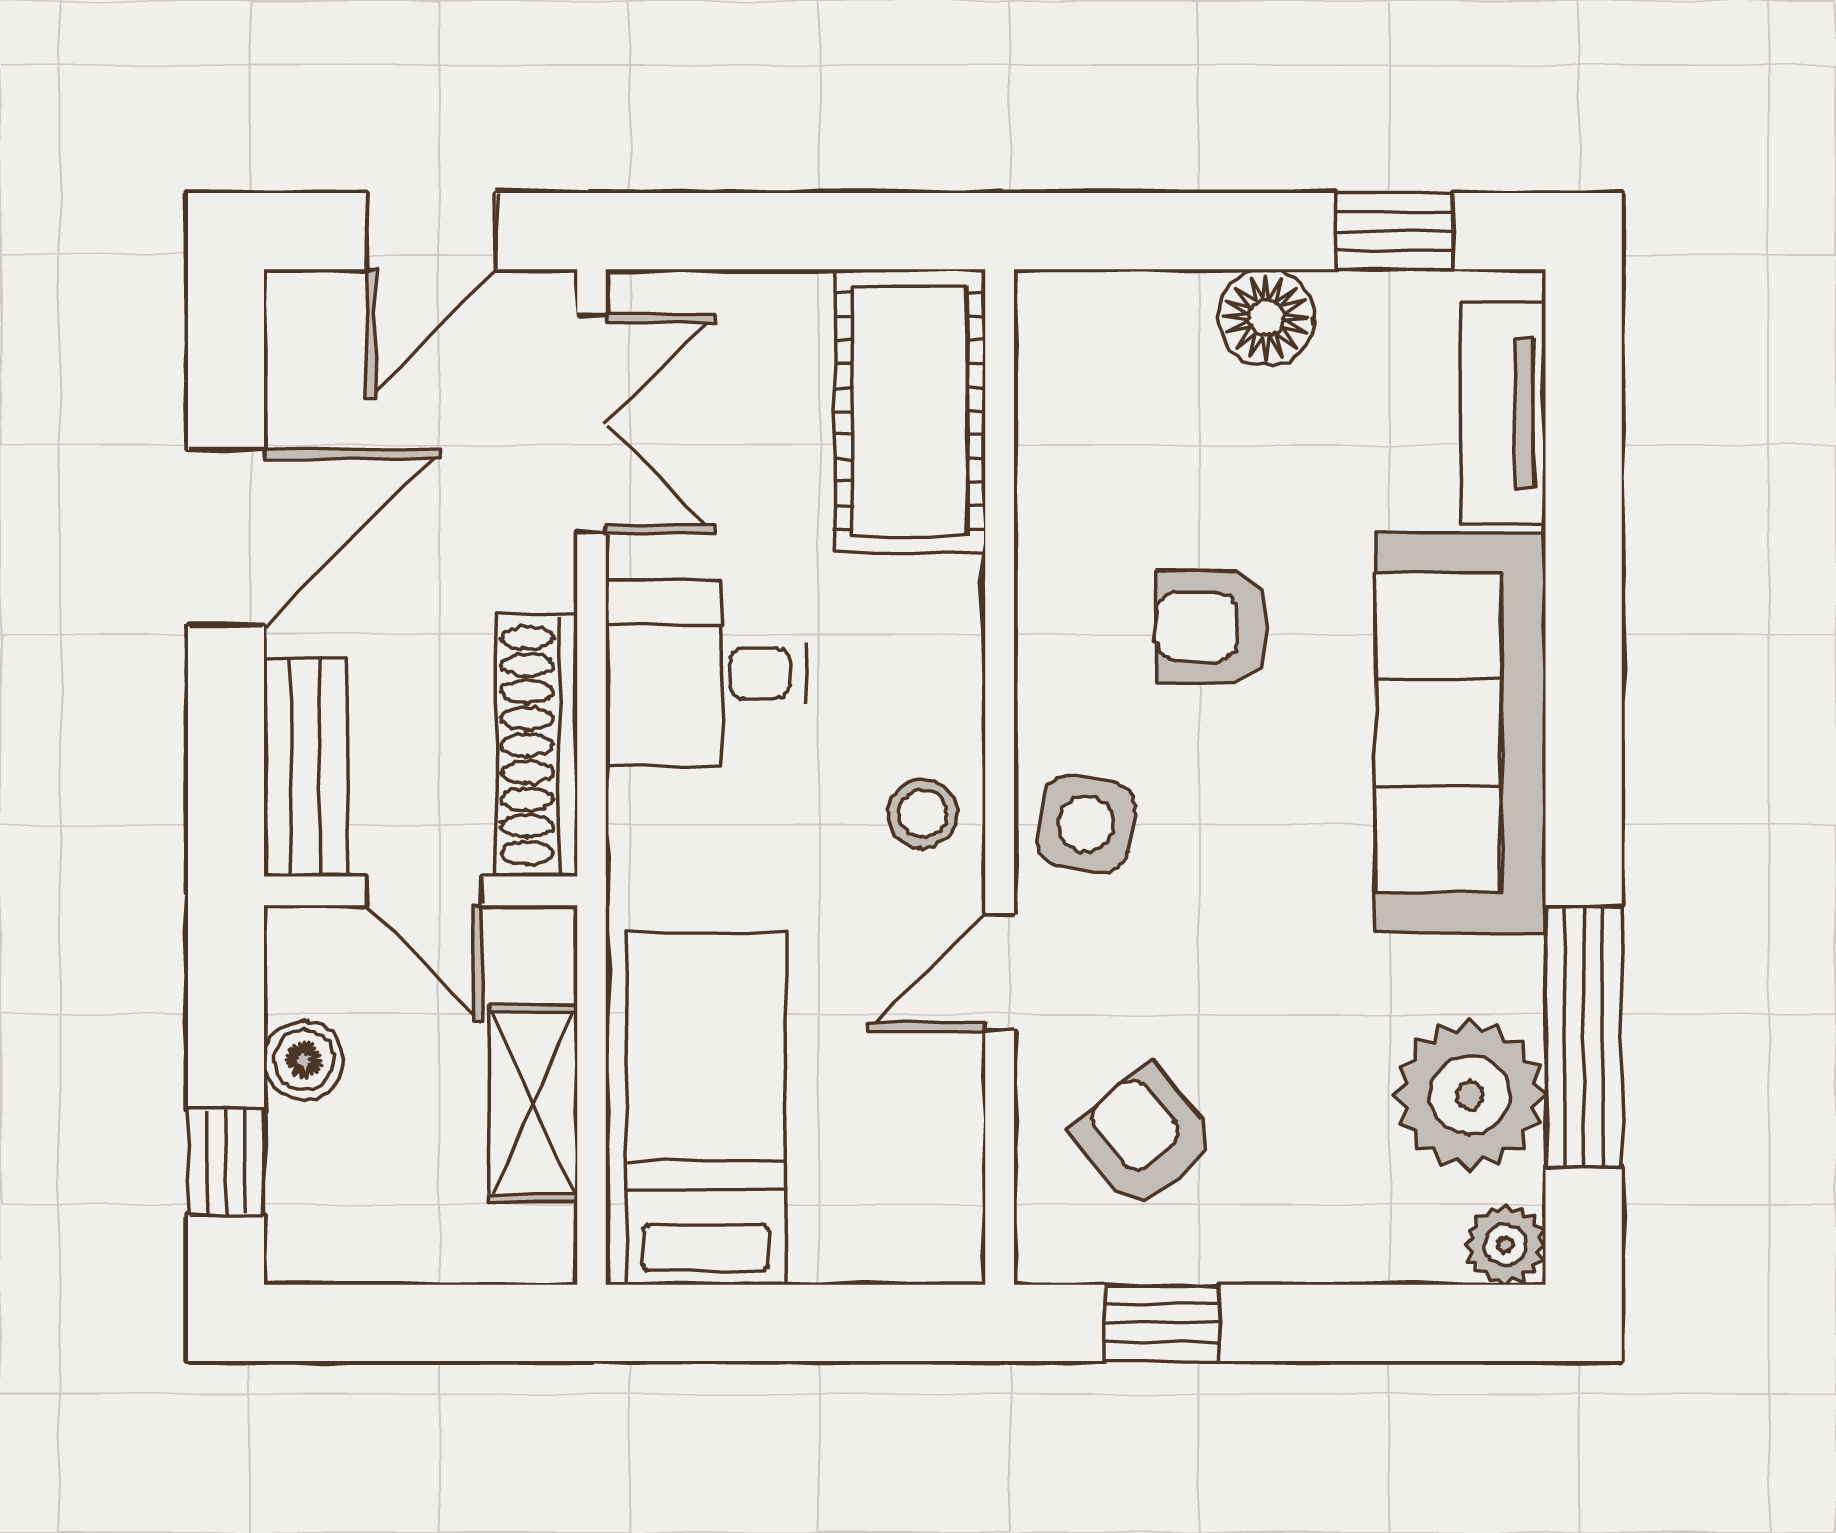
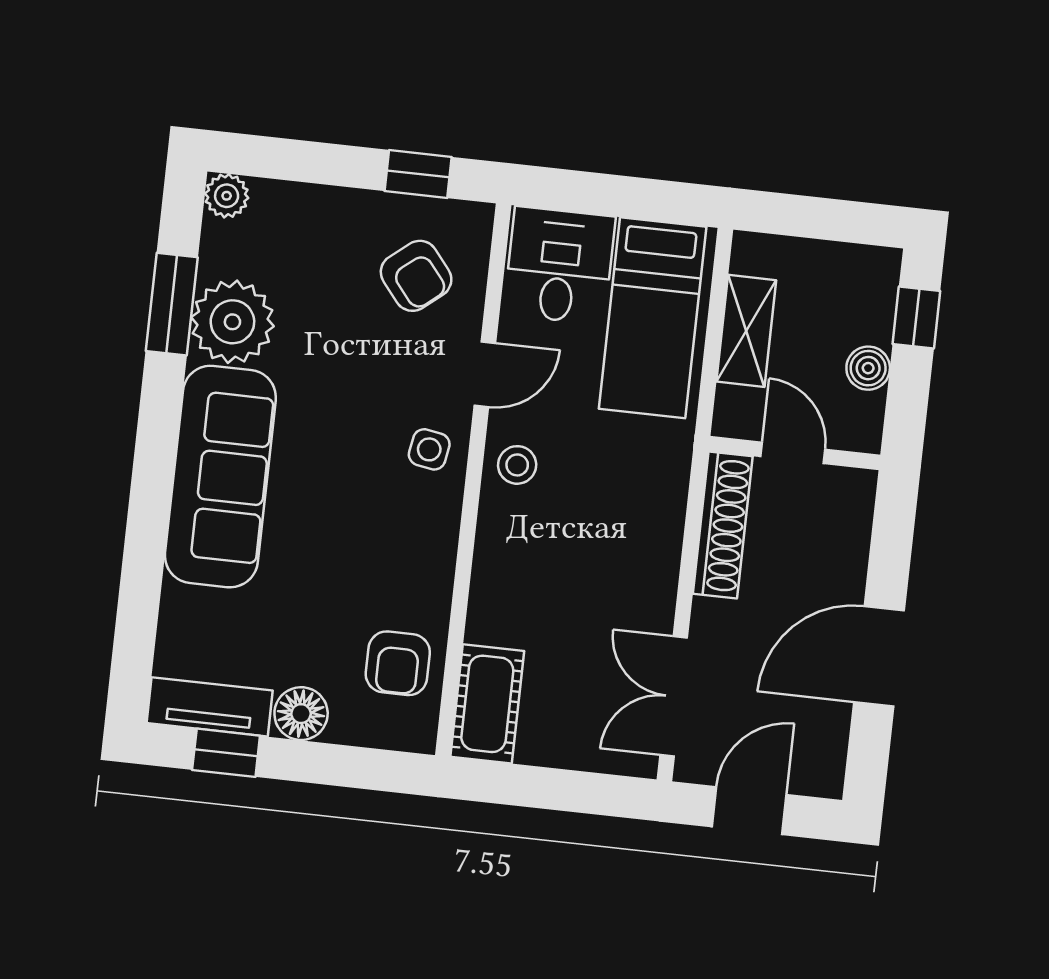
cot: (910, 411) -> (487, 704), width x0.73, depth x0.75
tv unit: (1503, 413) -> (210, 707), moved, turned -90
armchair: (1212, 627) -> (398, 663), moved, turned 90
desk: (706, 673) -> (560, 265), moved, turned -90
bench: (306, 767) -> (849, 527), removed
side table: (1086, 824) -> (429, 449), width x0.73, depth x0.73
window: (1584, 1037) -> (172, 304), width x0.69
plant: (1470, 1095) -> (232, 322), moved

